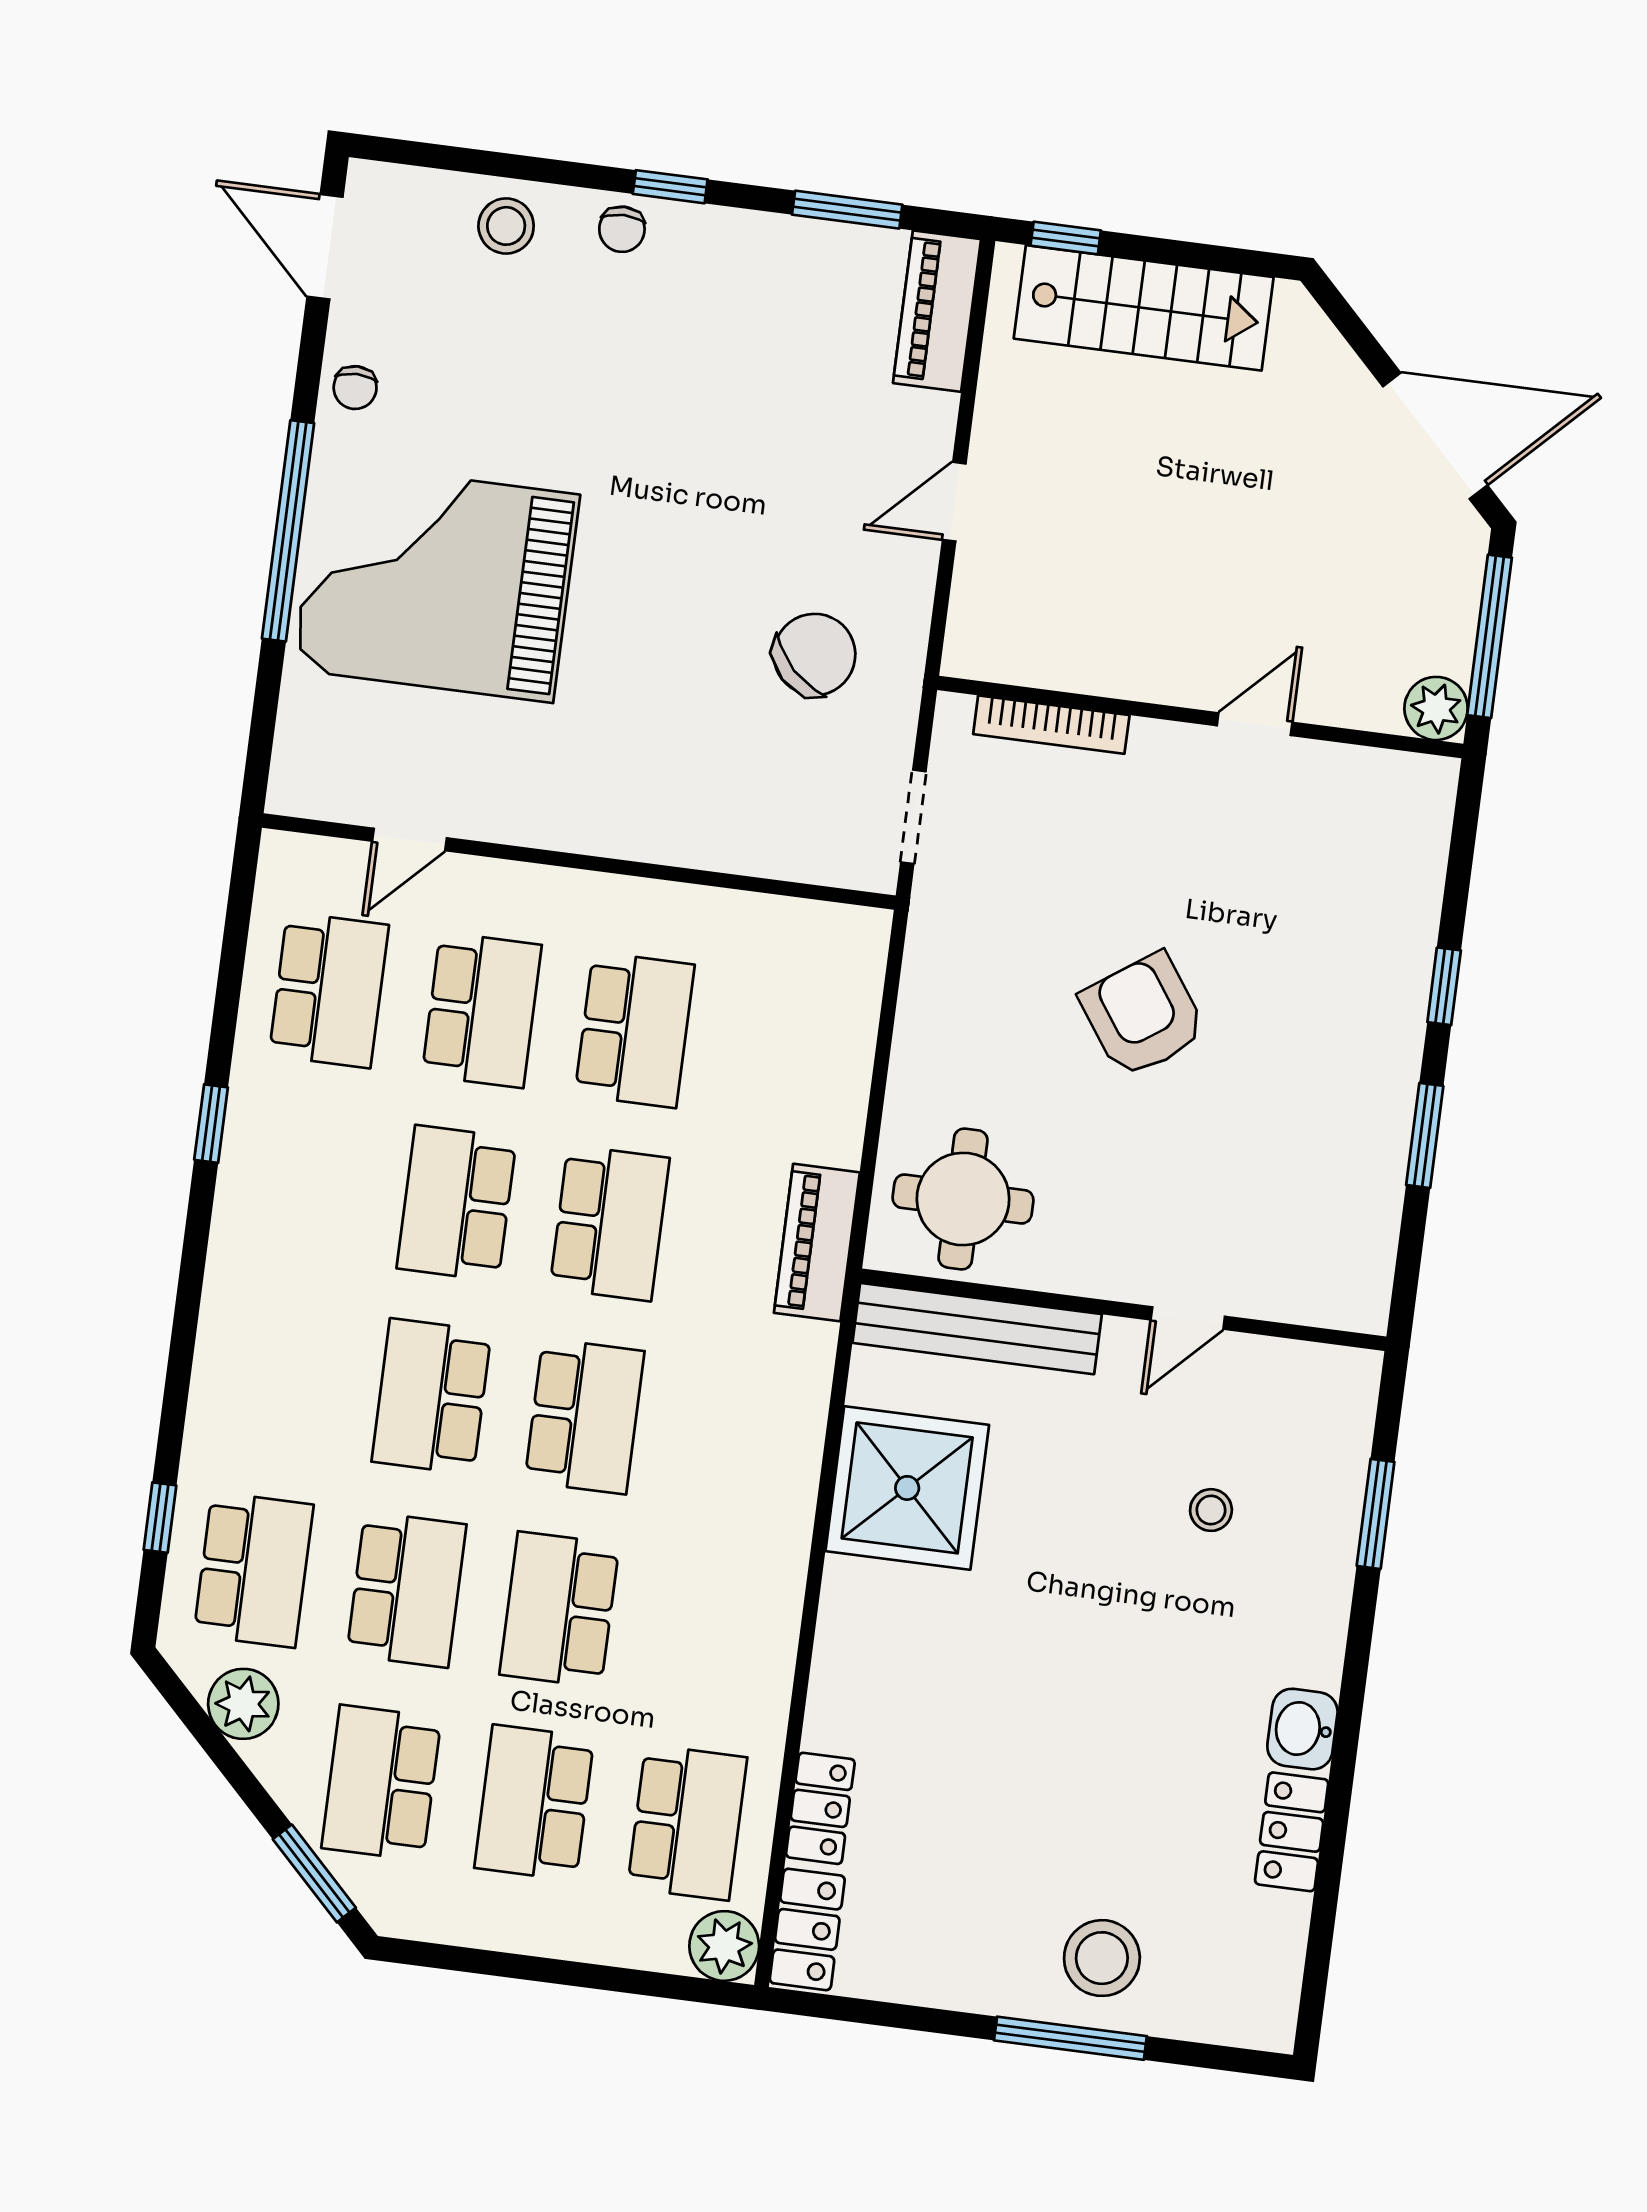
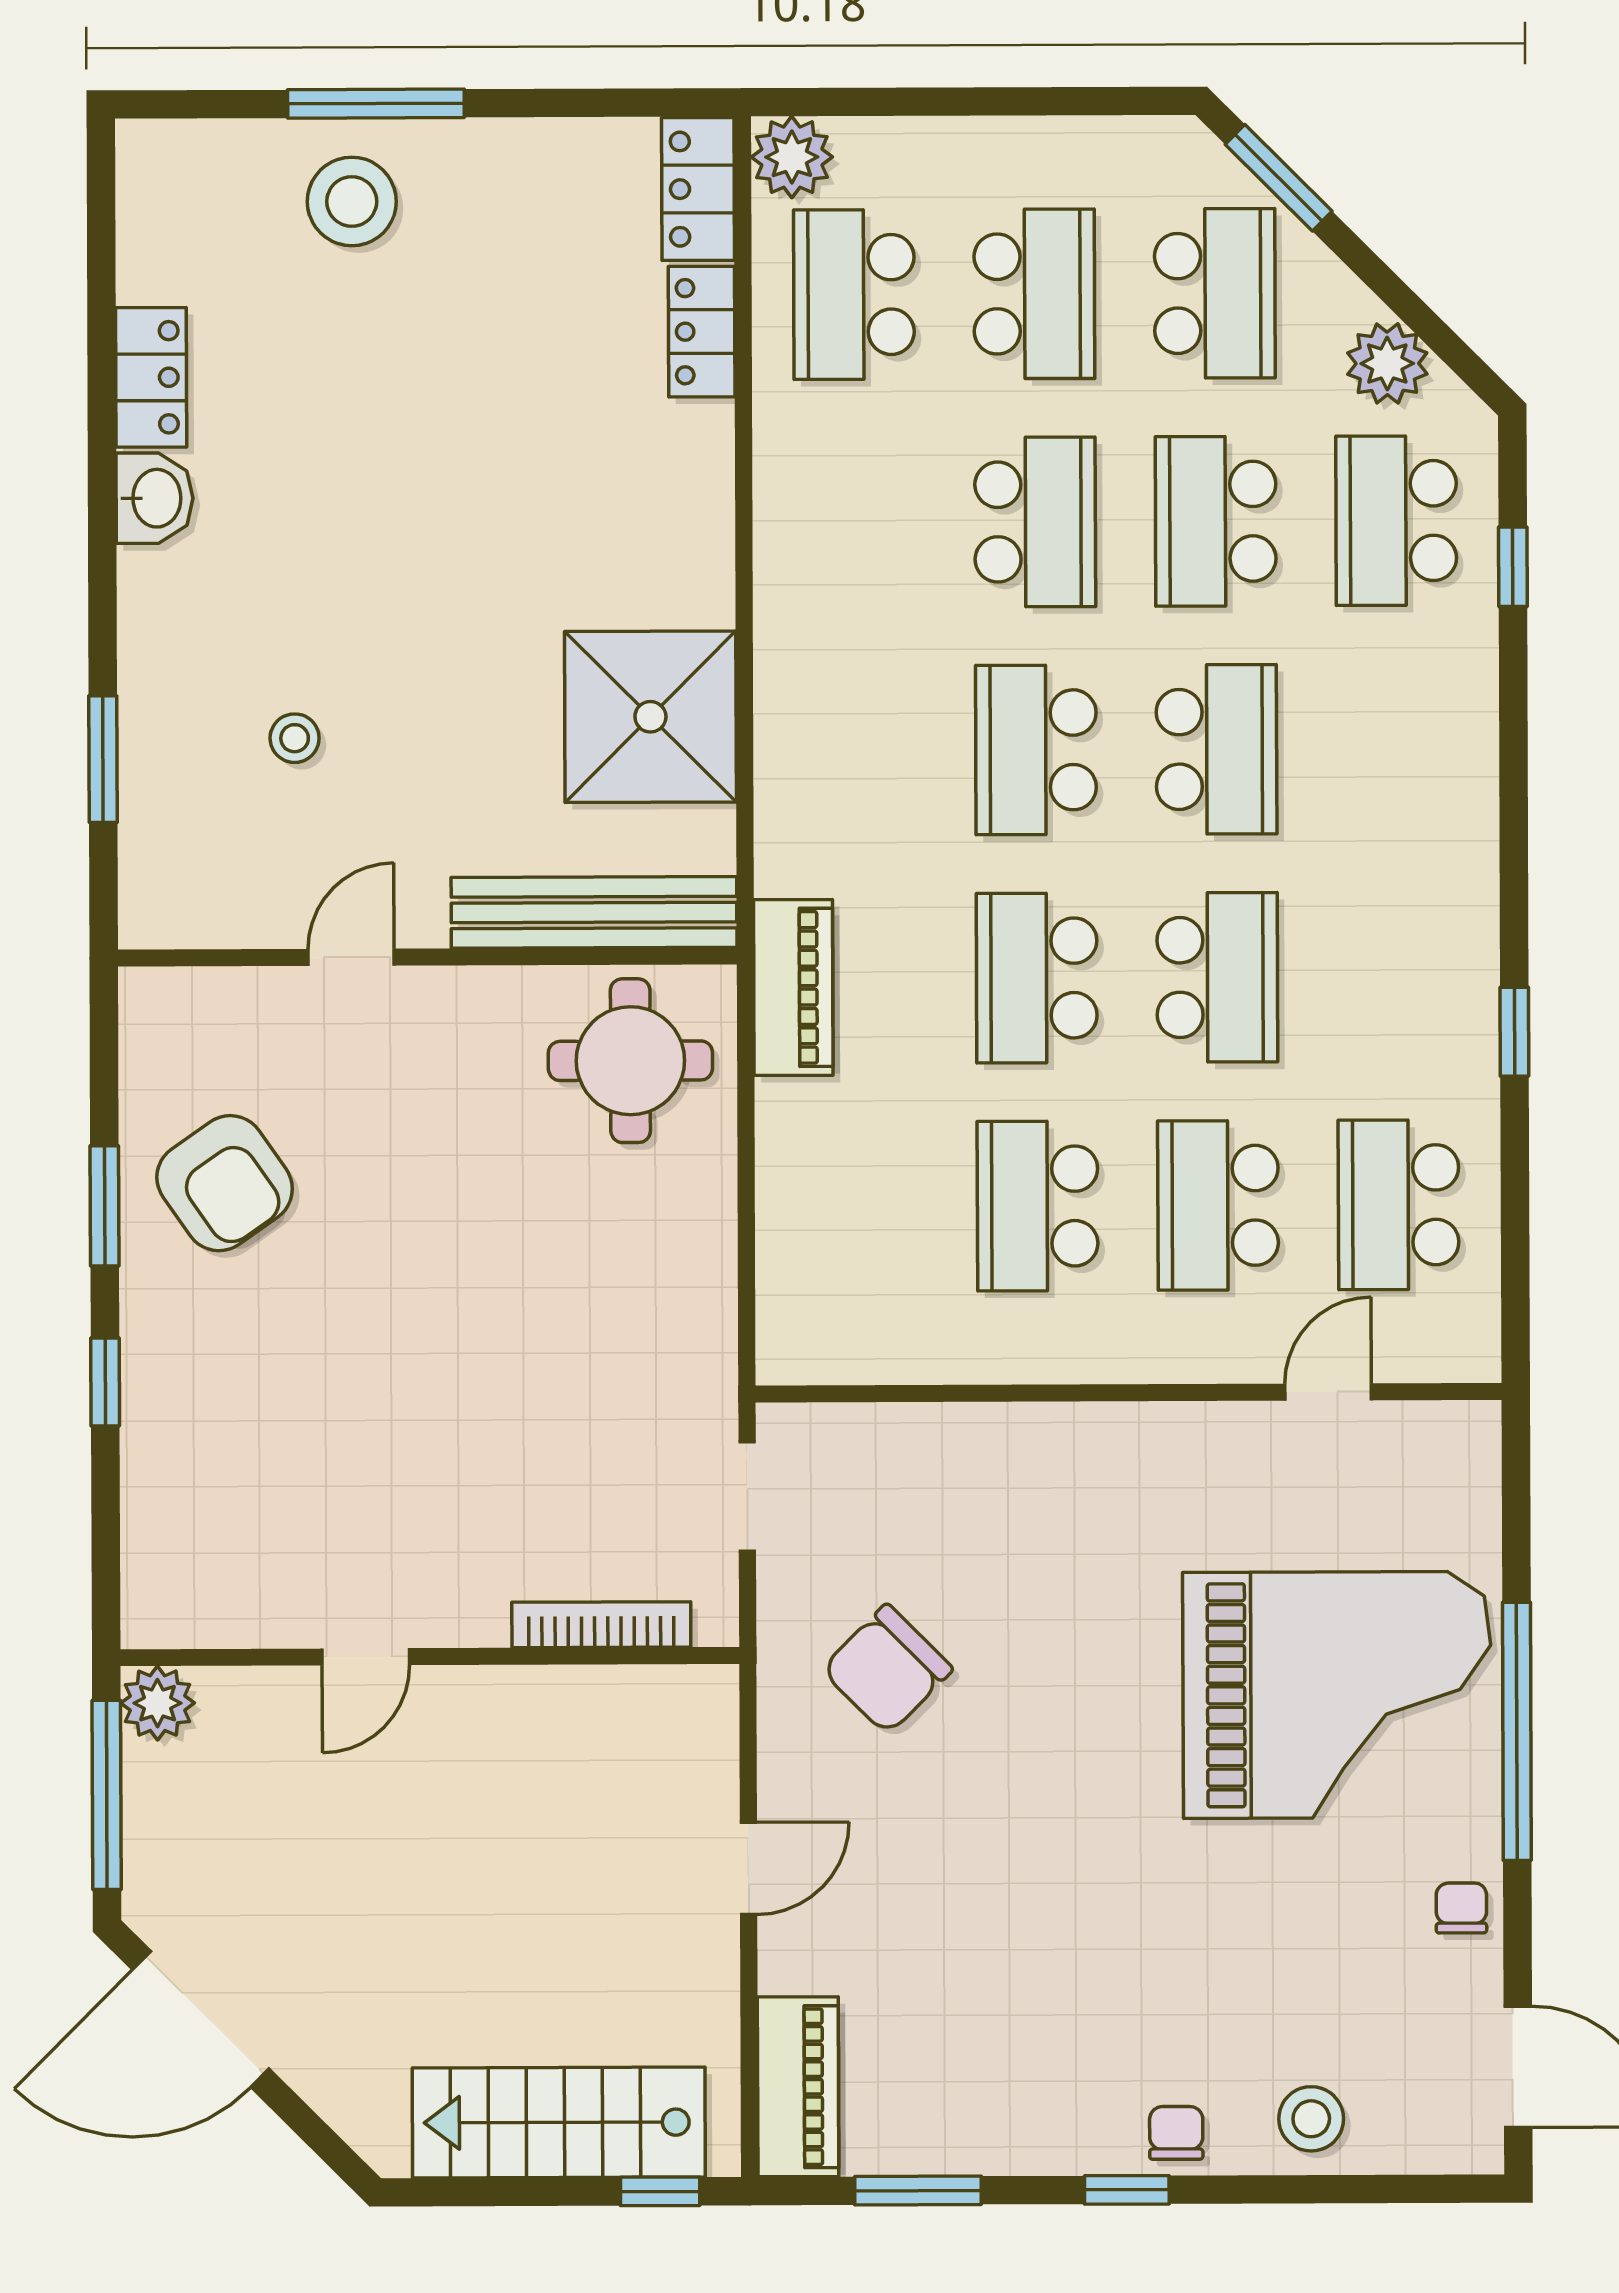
armchair: (1143, 1015) -> (225, 1183), moved

